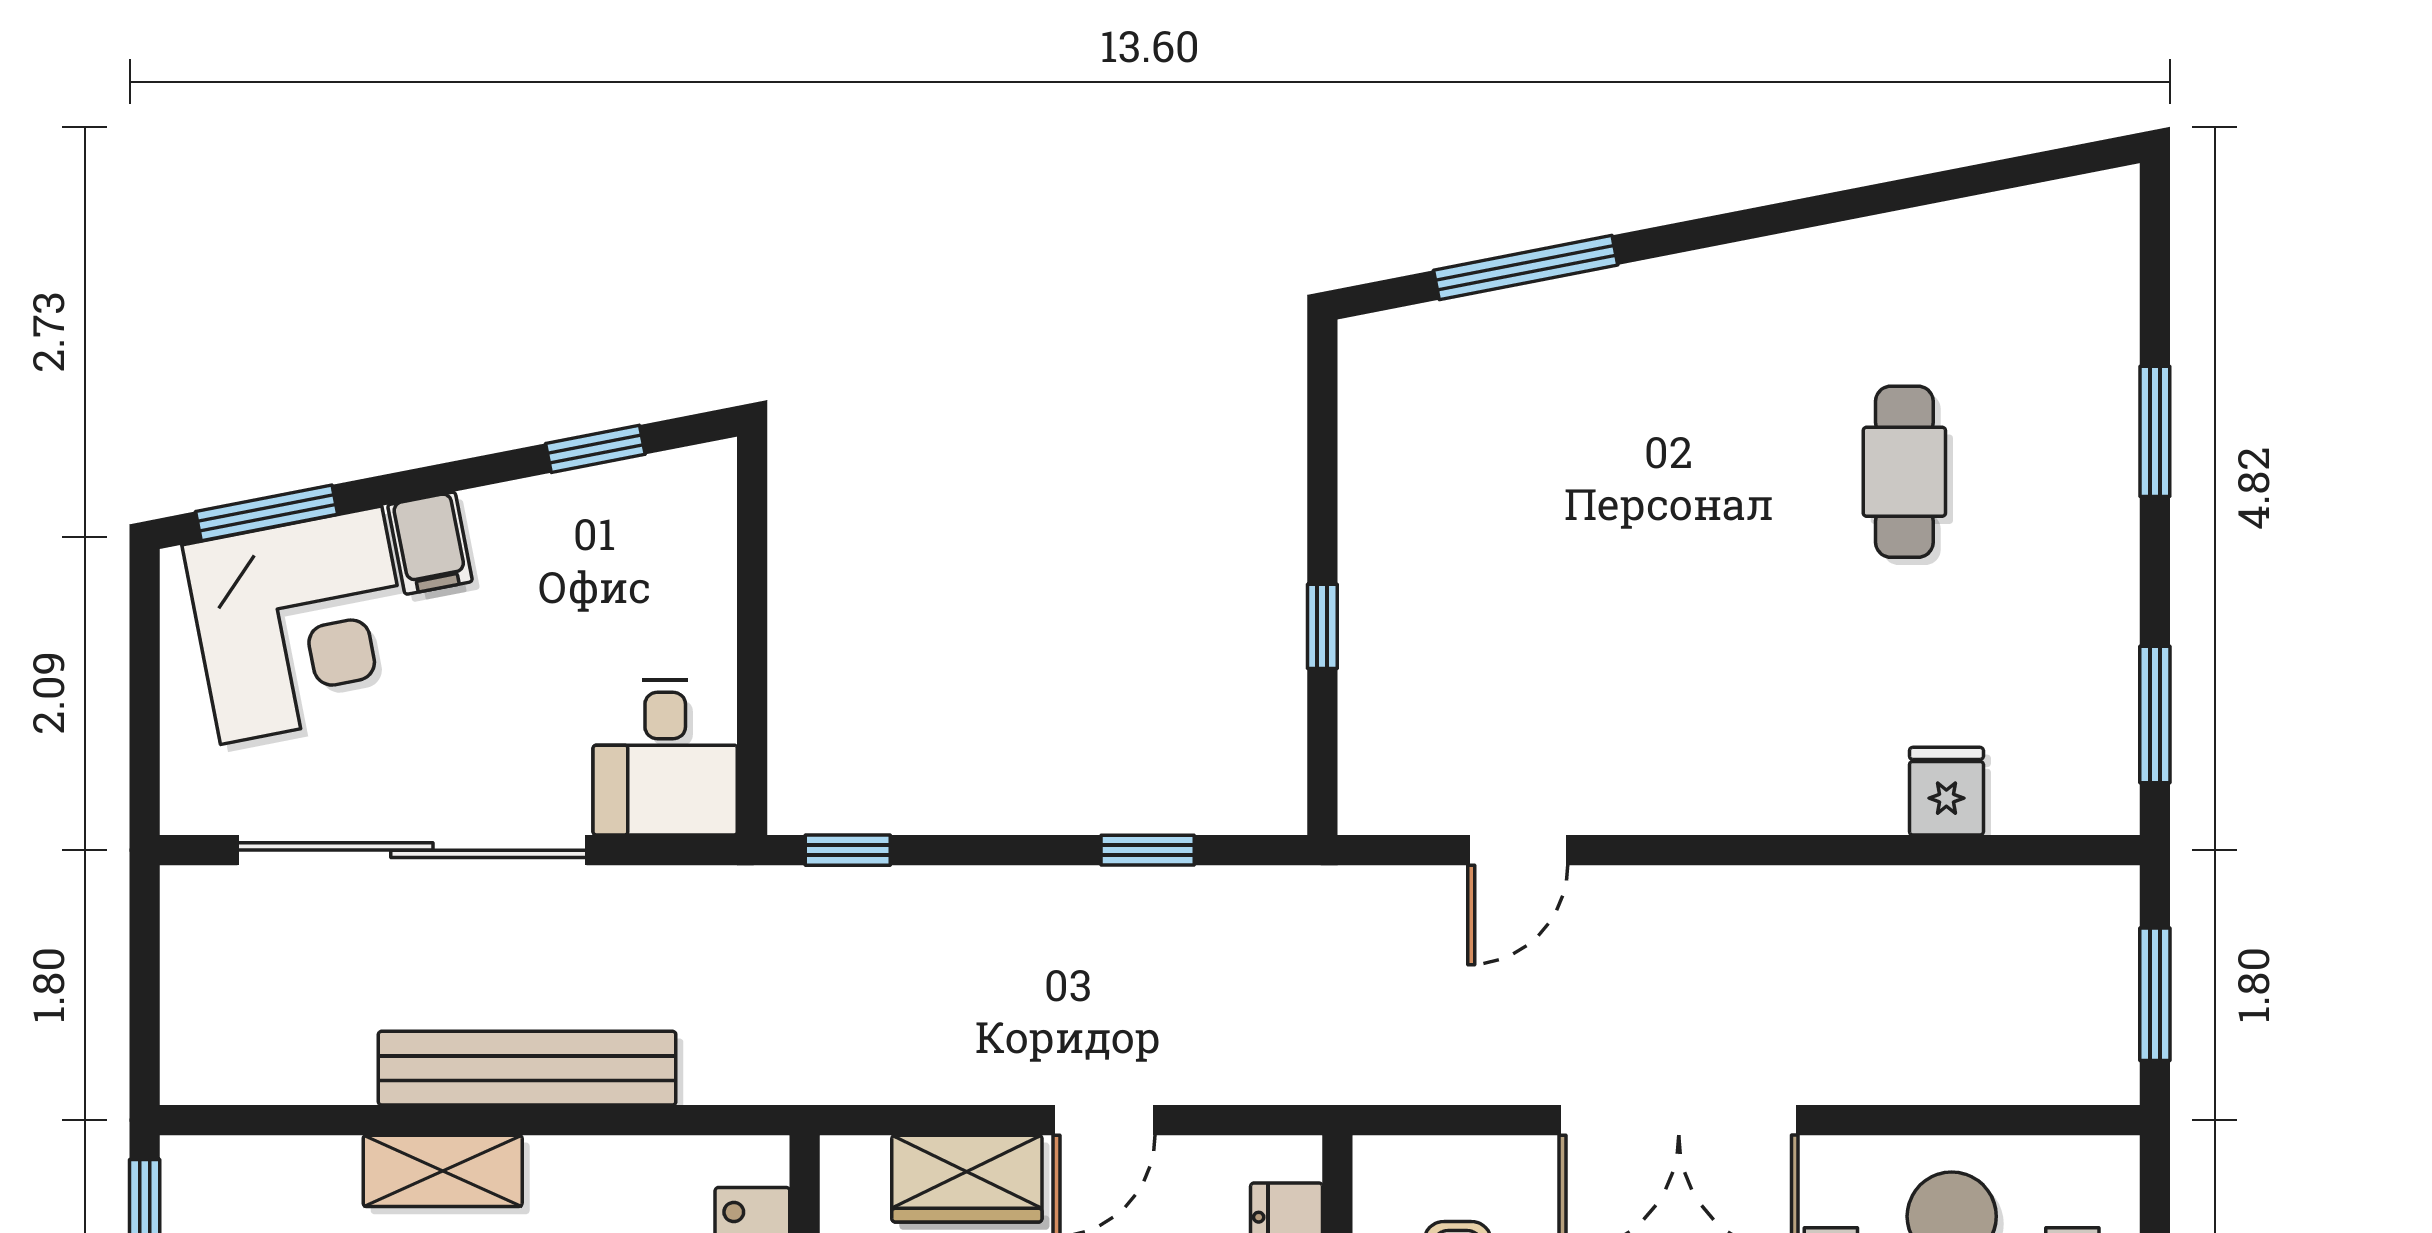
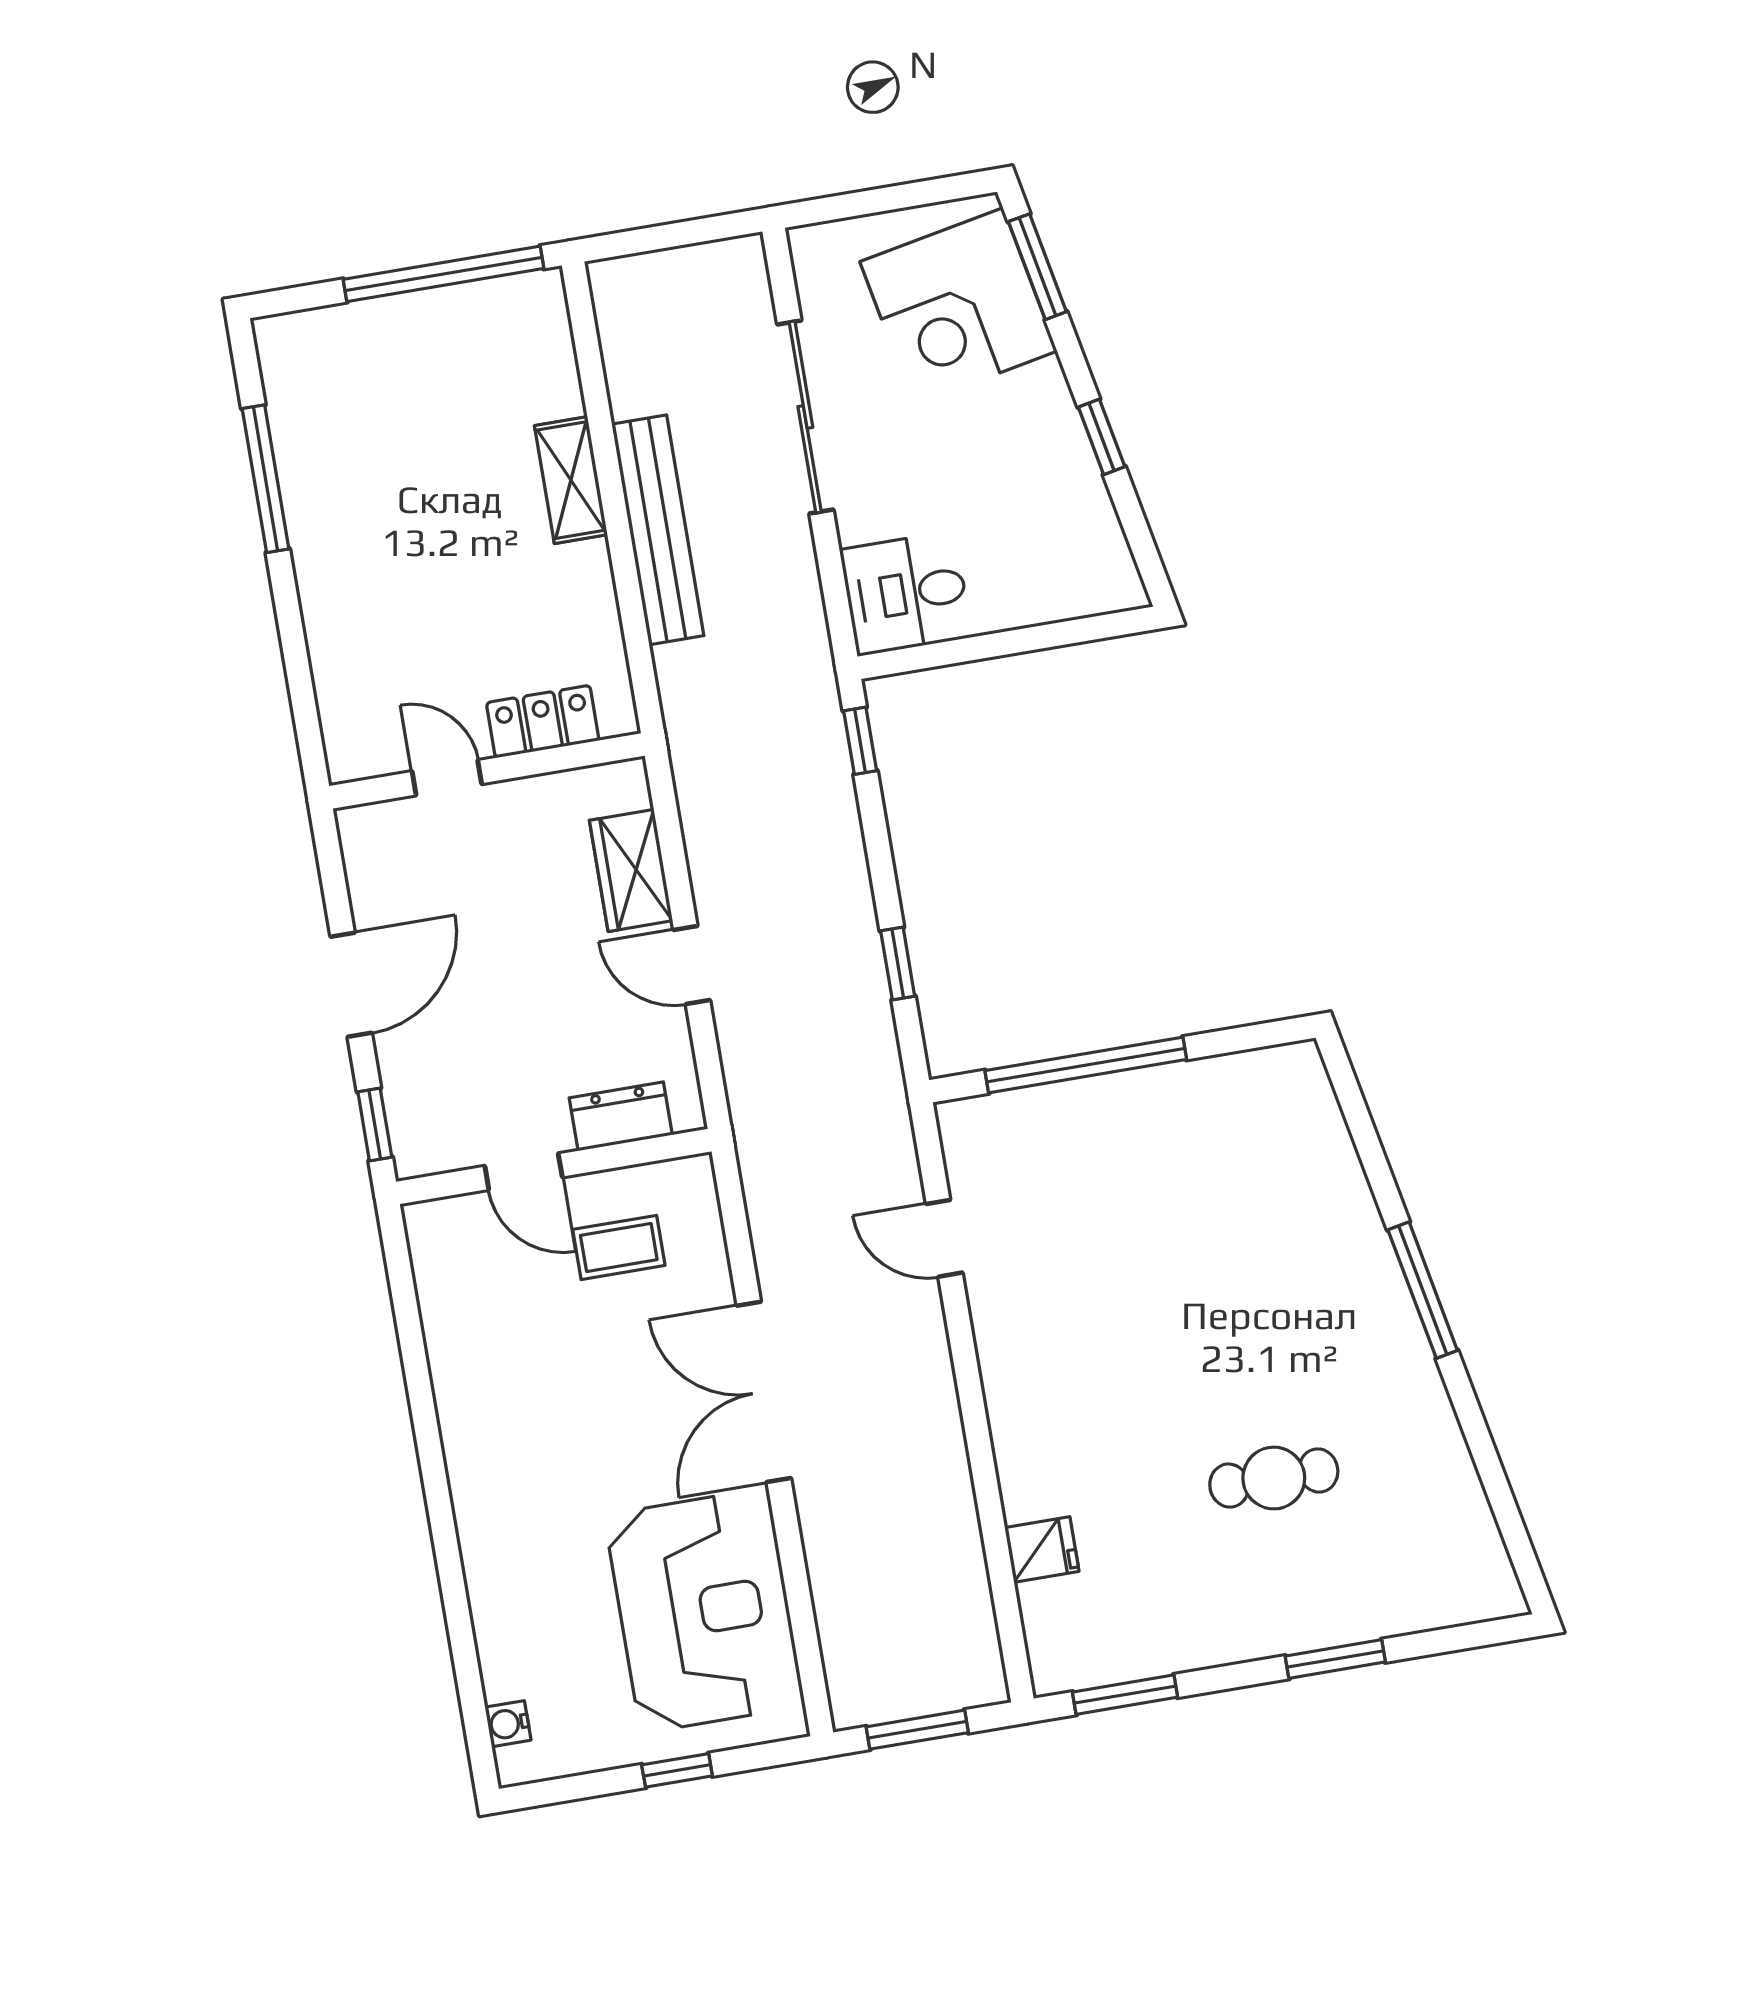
window: (1526, 268) -> (1423, 1290), moved
window: (595, 449) -> (1102, 437), moved
filing cabinet: (430, 543) -> (1036, 392), removed
window: (1322, 626) -> (1086, 1065), width x3.17
sliding door: (412, 850) -> (805, 417), width x0.73

